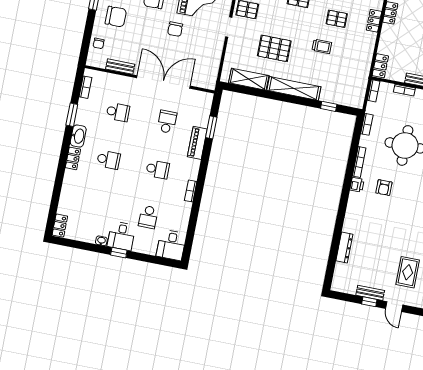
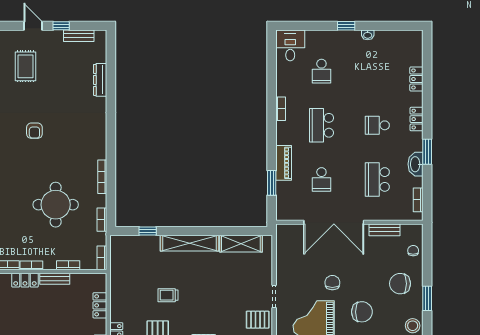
pallet: (274, 48) -> (220, 283), removed
locker: (380, 66) -> (100, 305), moved
school desk: (118, 112) -> (377, 179), width x1.85
window: (72, 115) -> (427, 152), moved
washbasin: (78, 136) -> (416, 164), moved
school desk: (158, 169) -> (321, 125), width x1.85
printer: (357, 185) -> (100, 151), removed
armchair: (384, 188) -> (34, 131), moved, turned 180
school desk: (148, 217) -> (321, 71), turned 180
locker: (60, 226) -> (416, 79), moved
desk: (121, 236) -> (347, 45), removed
bench: (370, 293) -> (79, 36), moved

